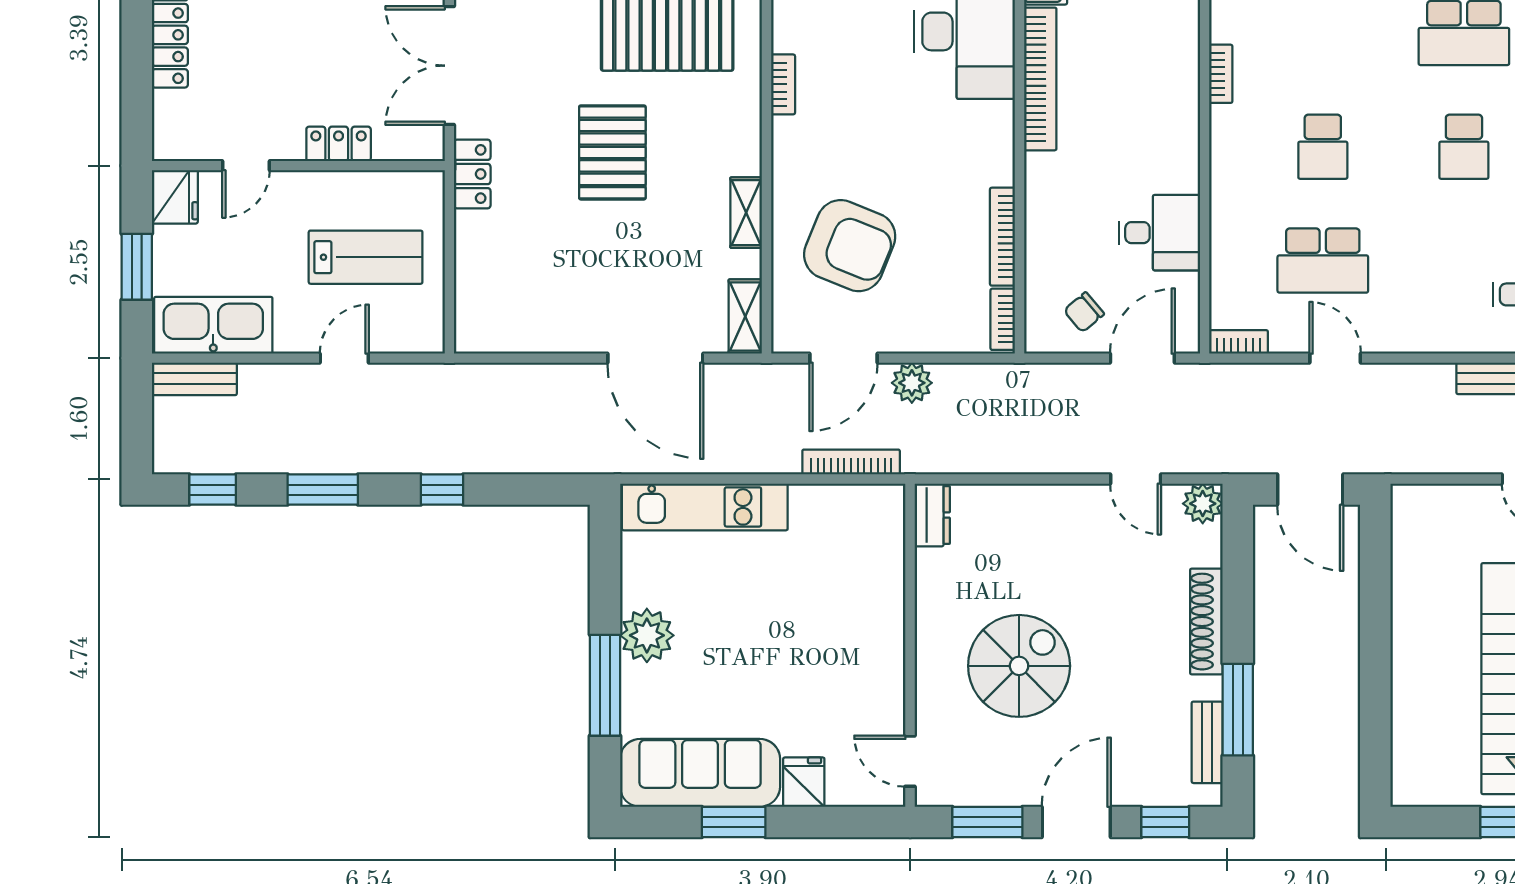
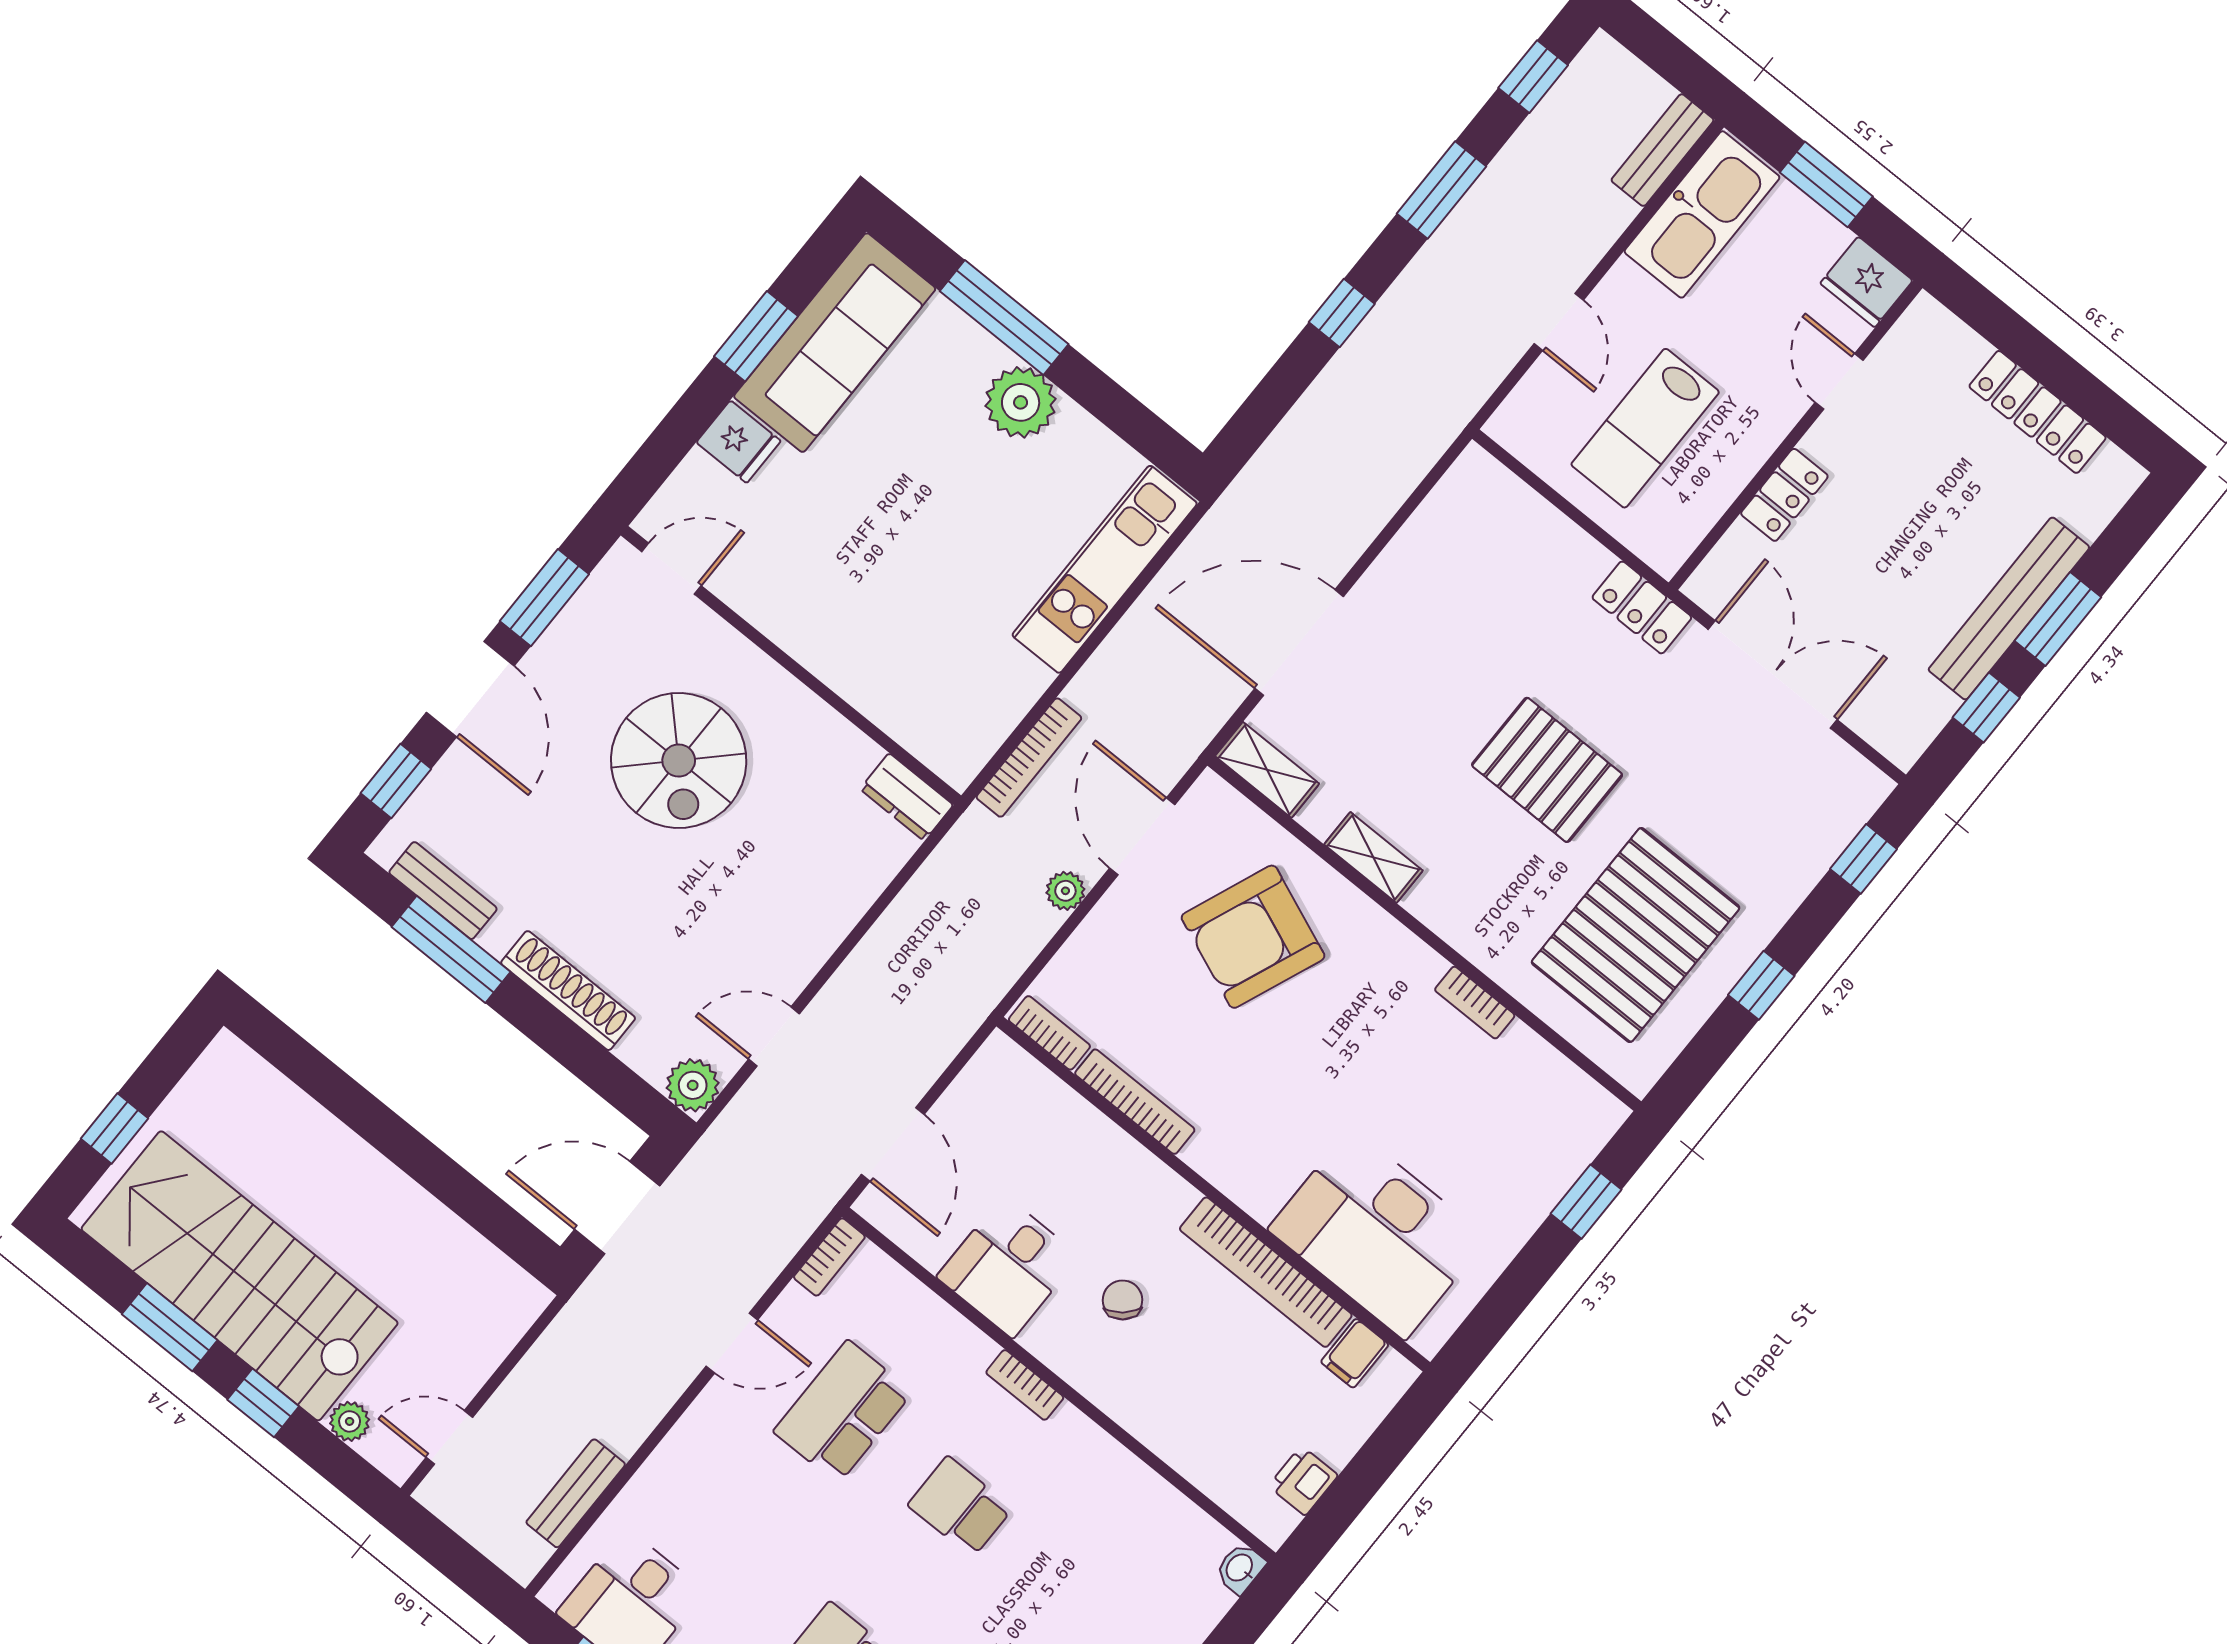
bookcase: (1221, 74) -> (1025, 1385), moved
chair: (1084, 312) -> (1123, 1300), moved
plant: (912, 383) -> (1065, 891), width x0.73, depth x0.73

